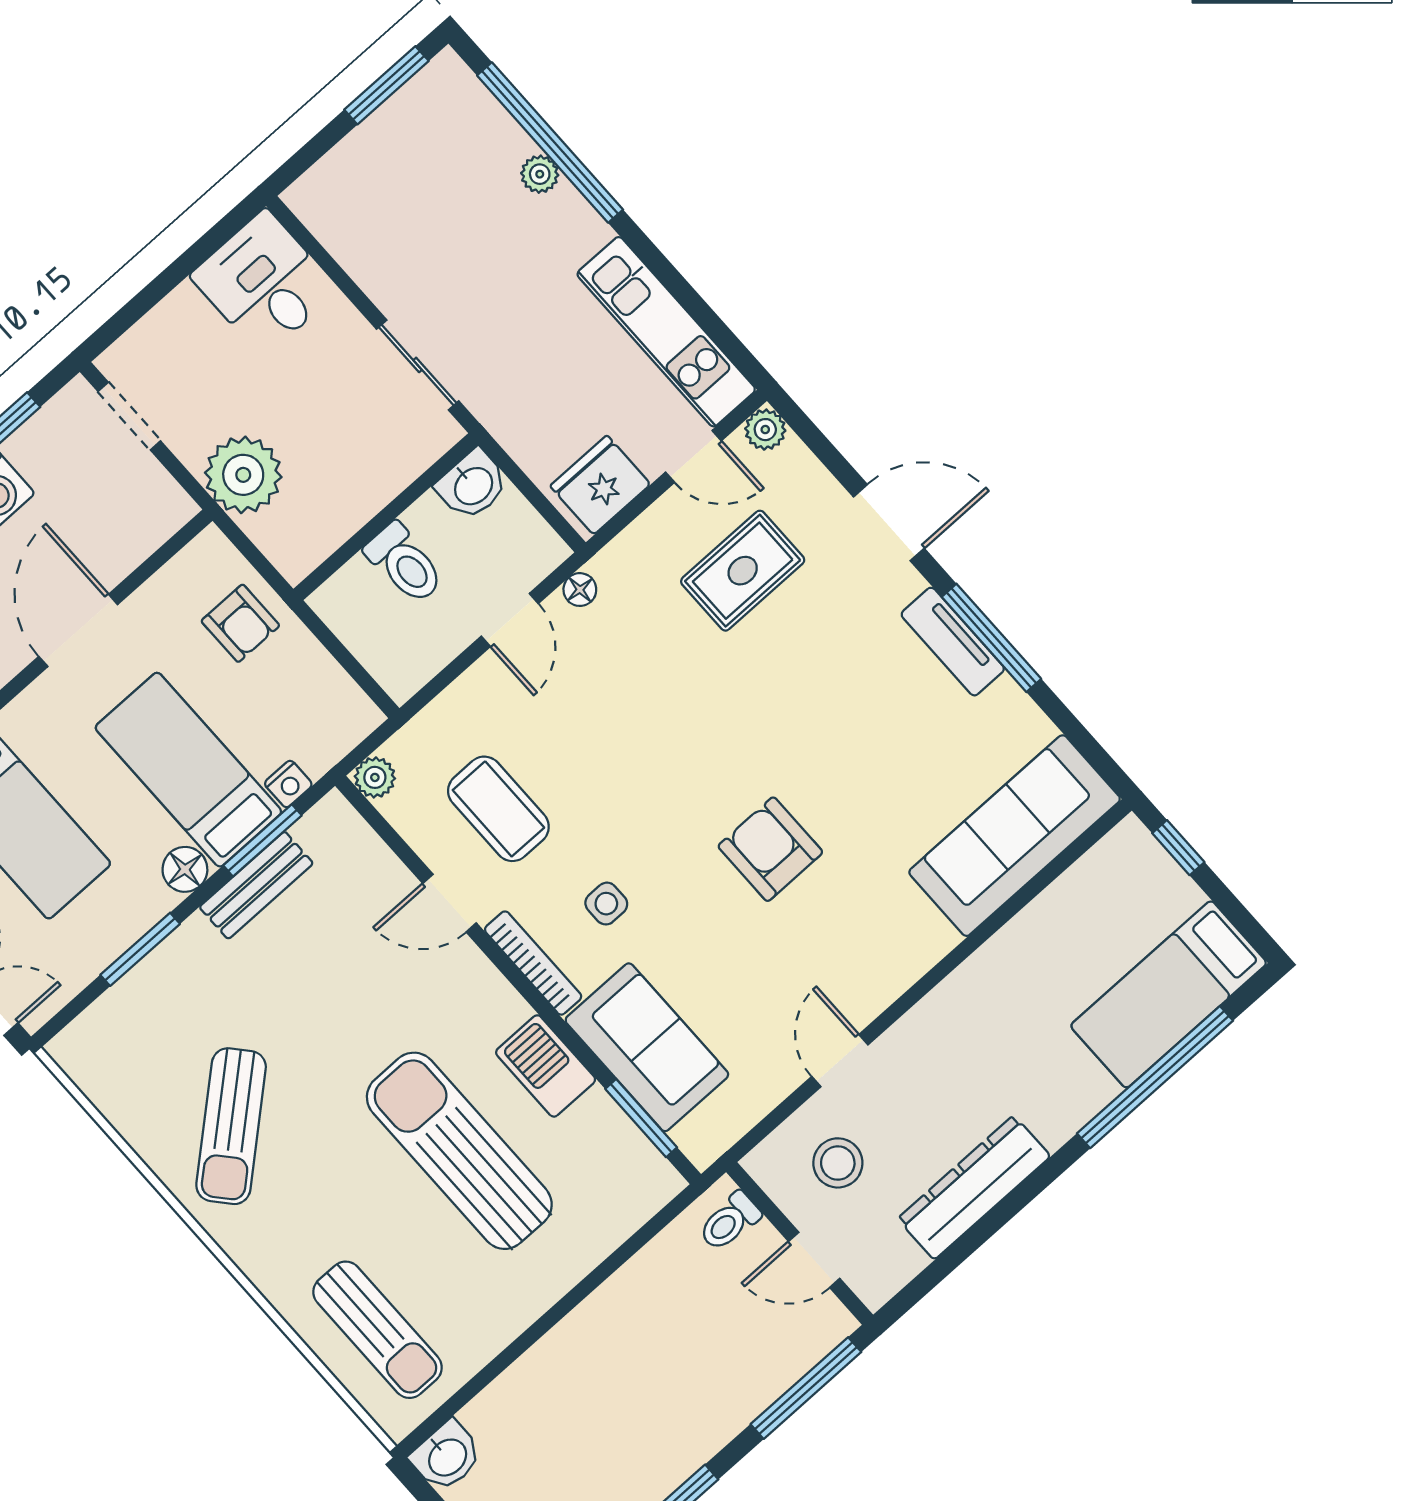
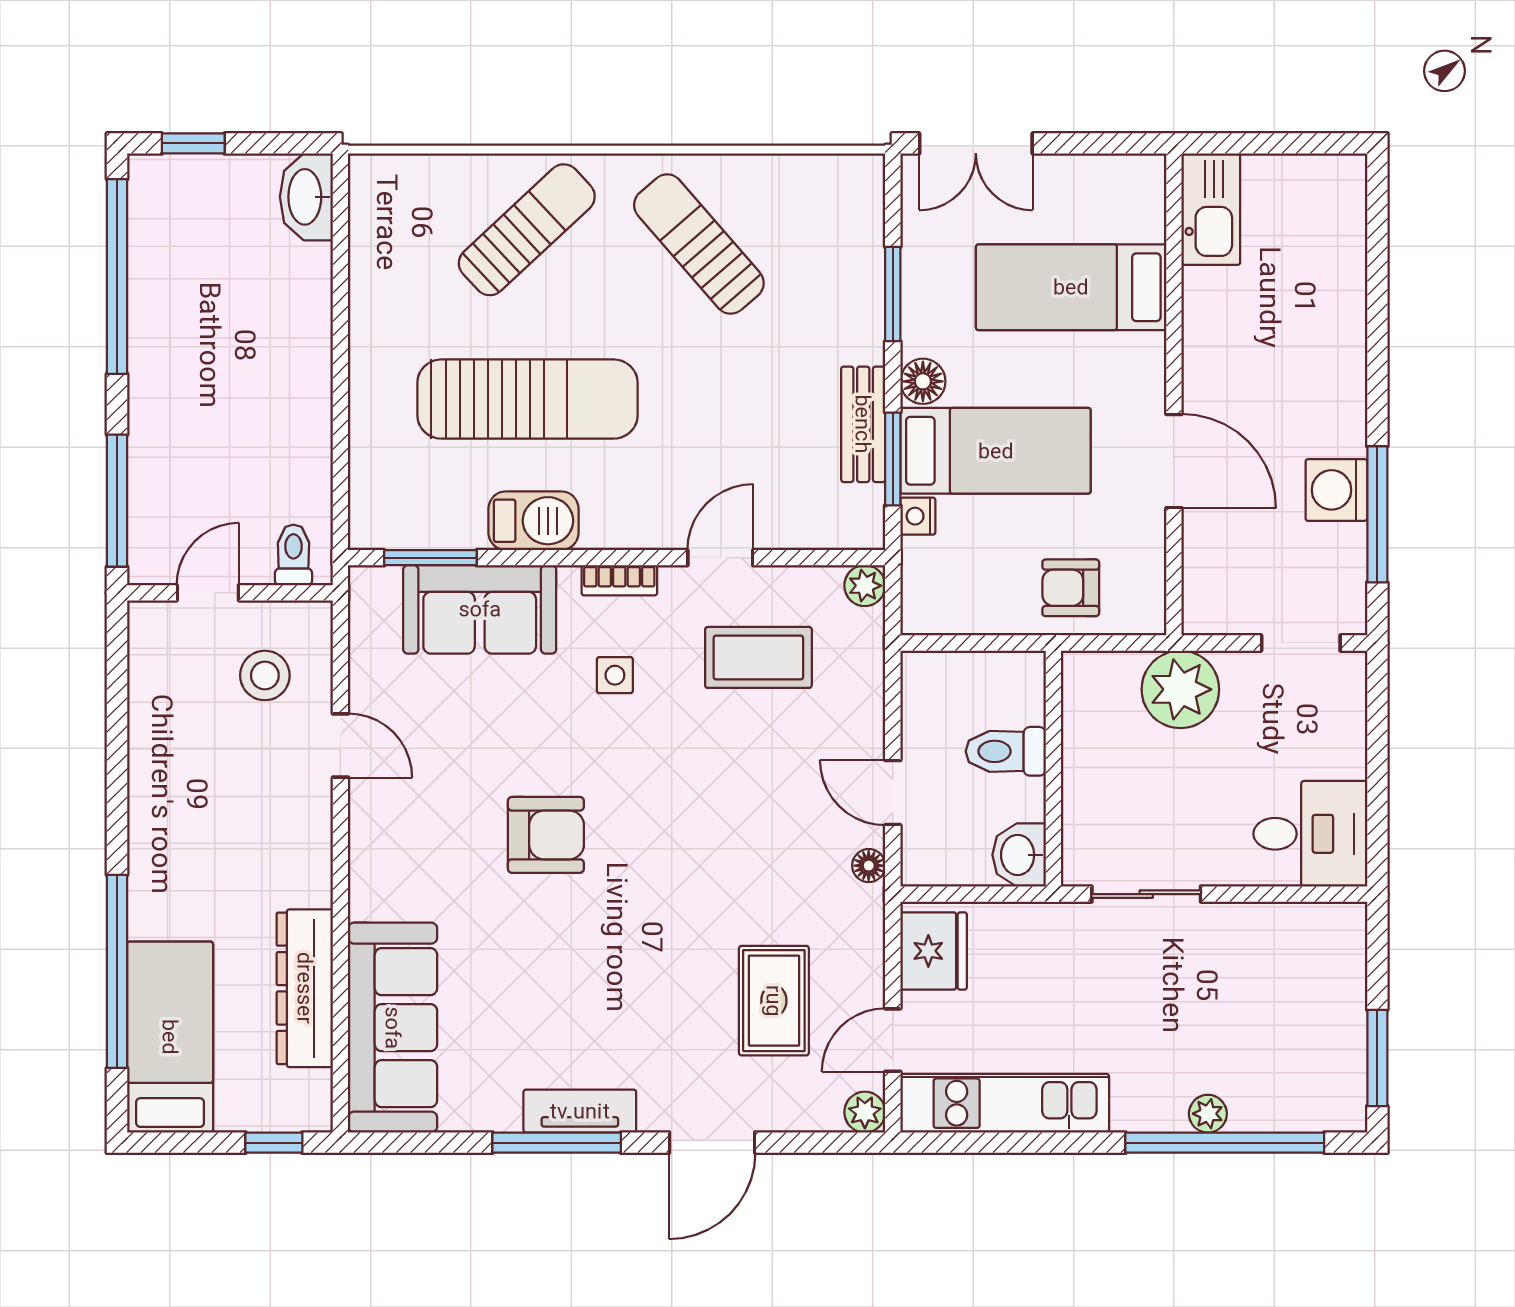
bookcase: (533, 963) -> (619, 580), width x0.64
dresser: (974, 1187) -> (305, 988), moved, turned 180
sun lounger: (378, 1330) -> (527, 230), moved, turned 137
washbasin: (447, 1456) -> (306, 197), width x1.38

